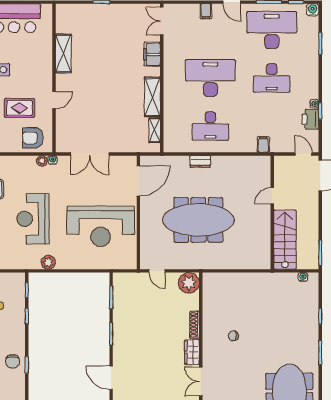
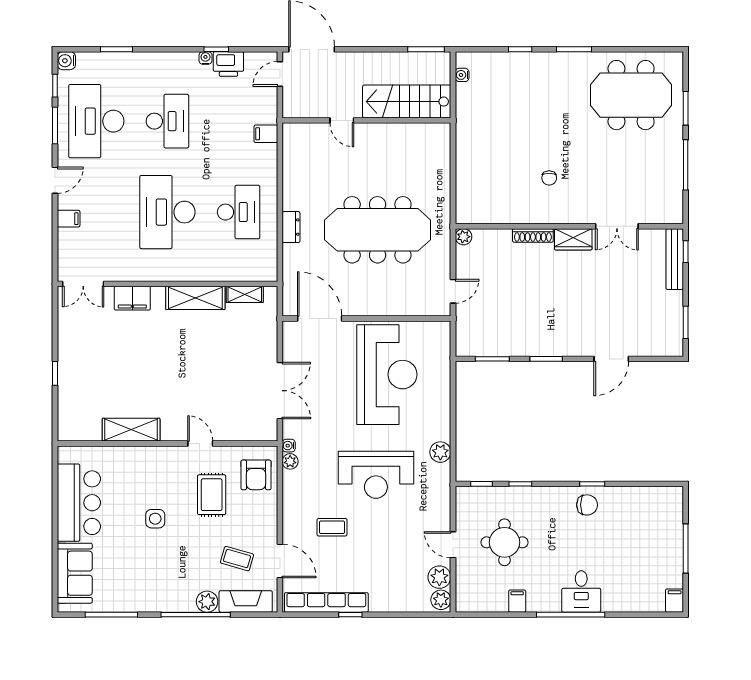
meeting table: (198, 220) -> (378, 230), turned 90
plant: (189, 283) -> (463, 237), width x0.53, depth x0.53

